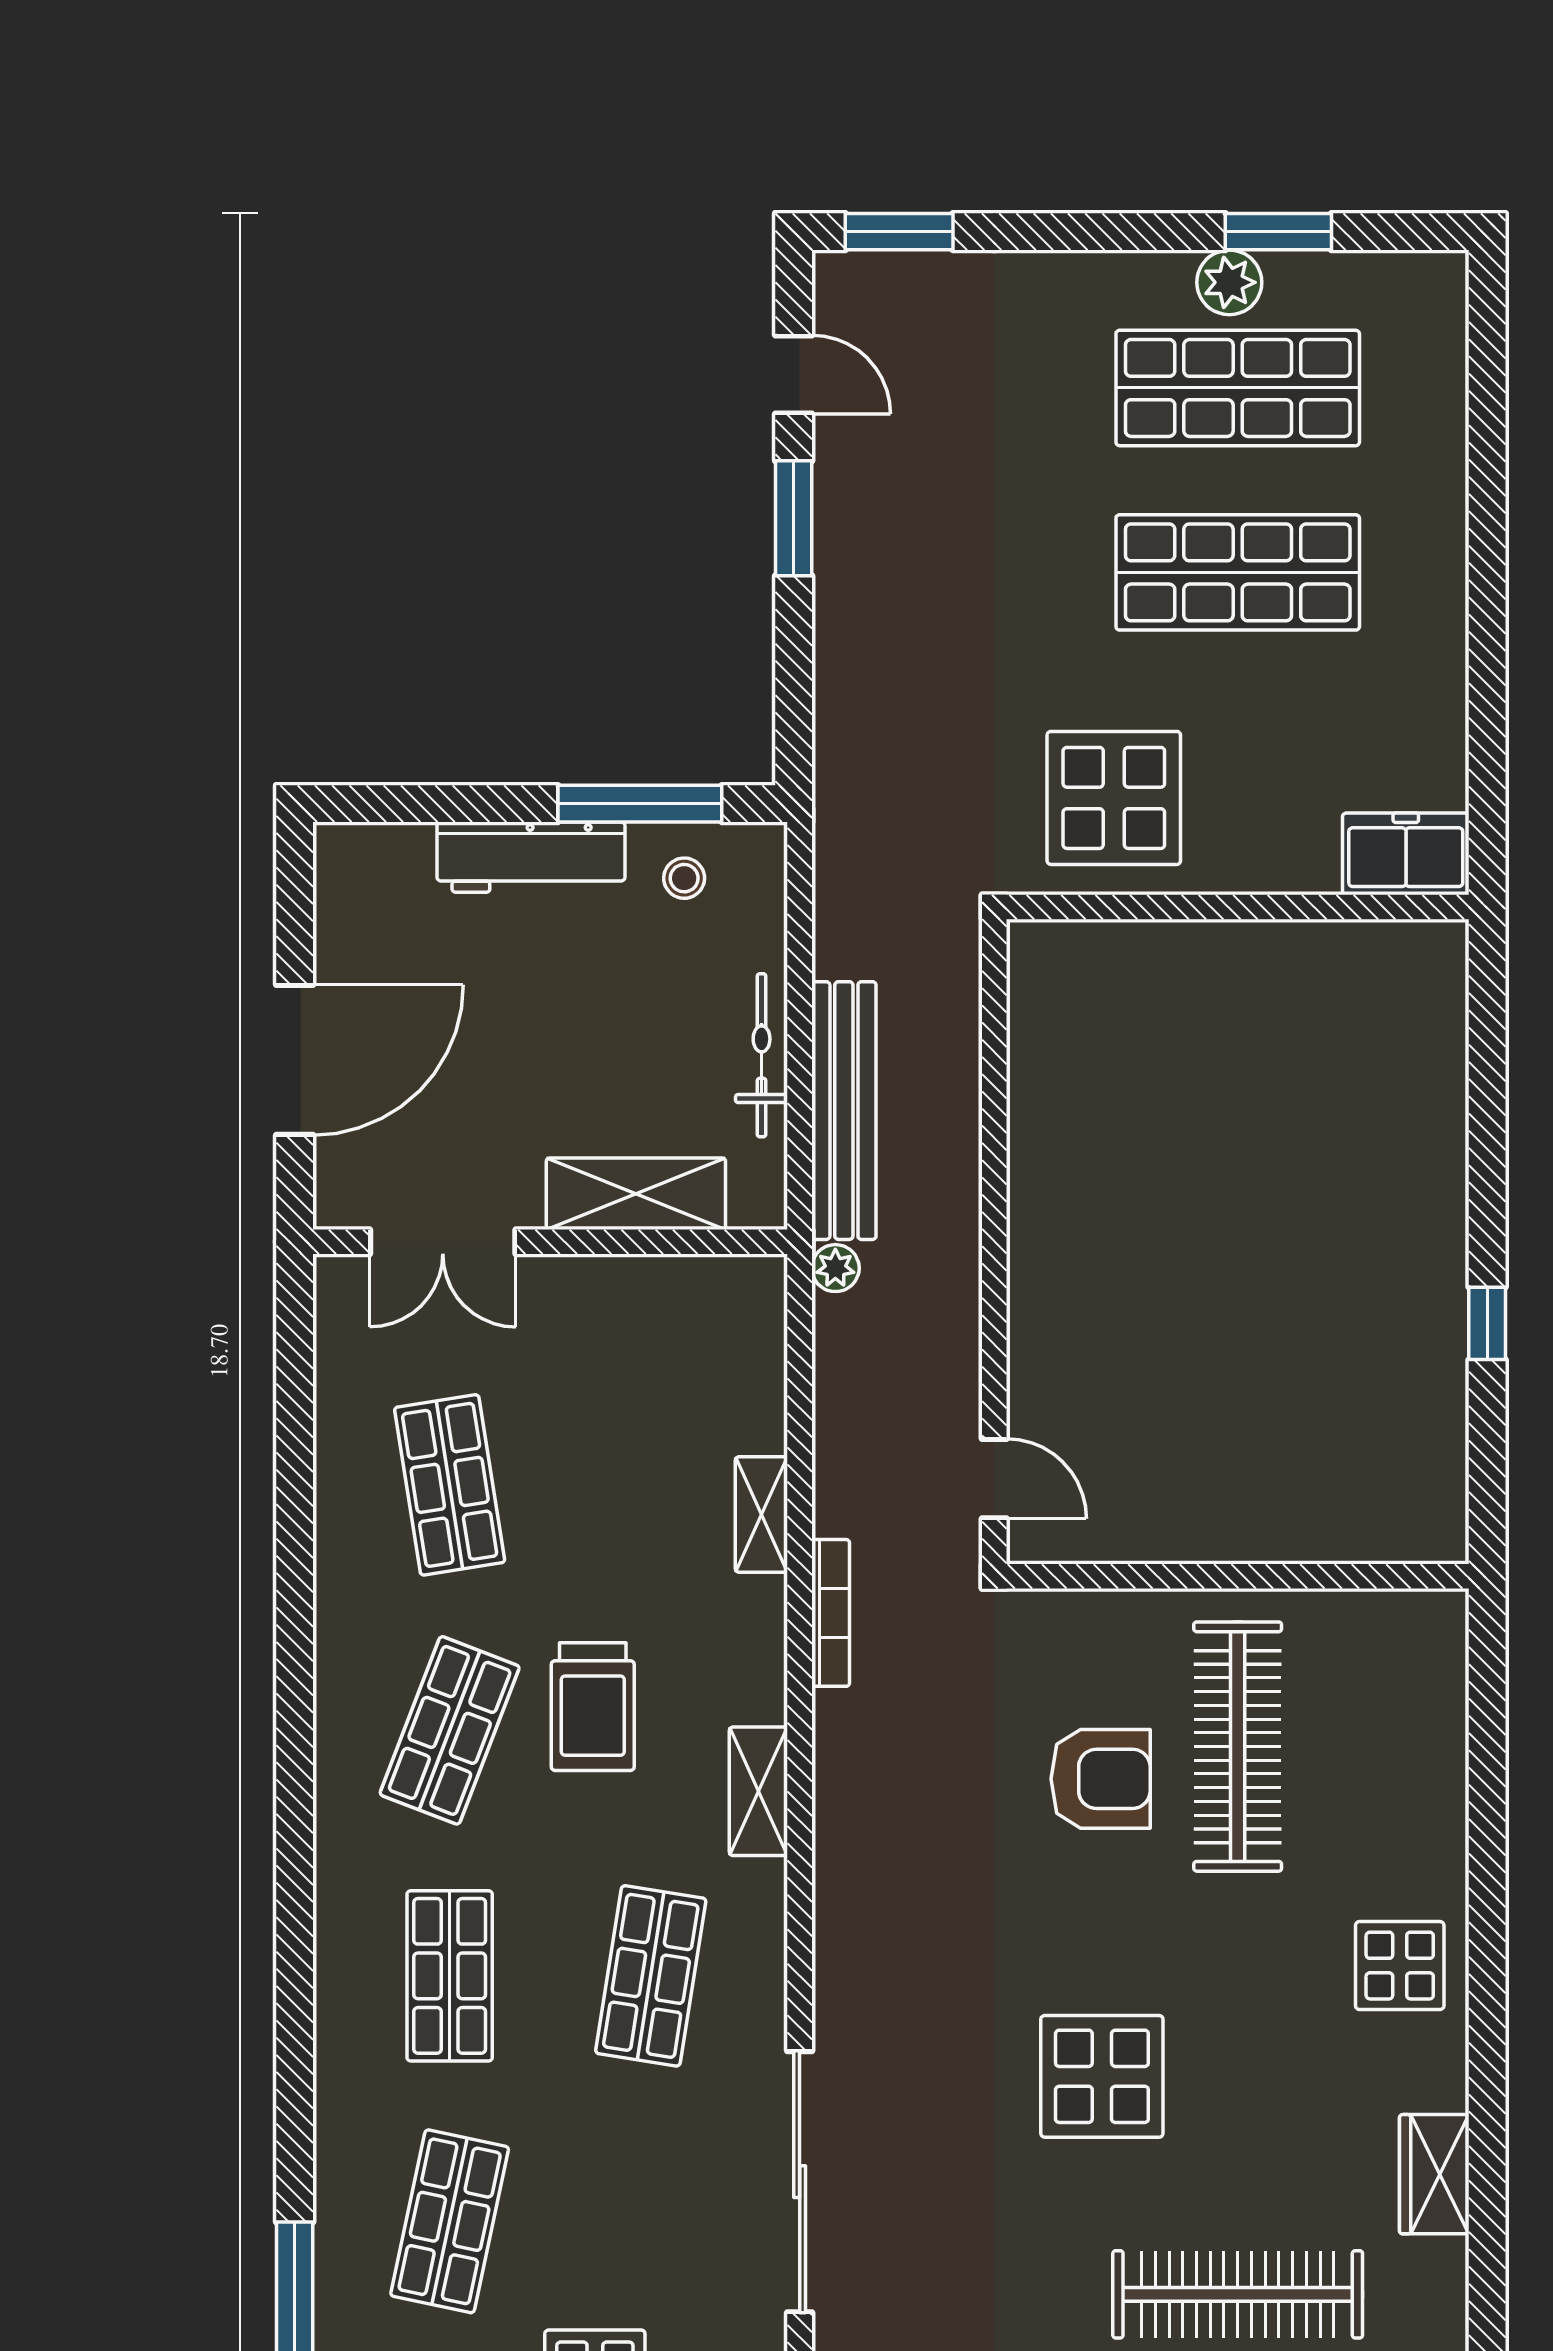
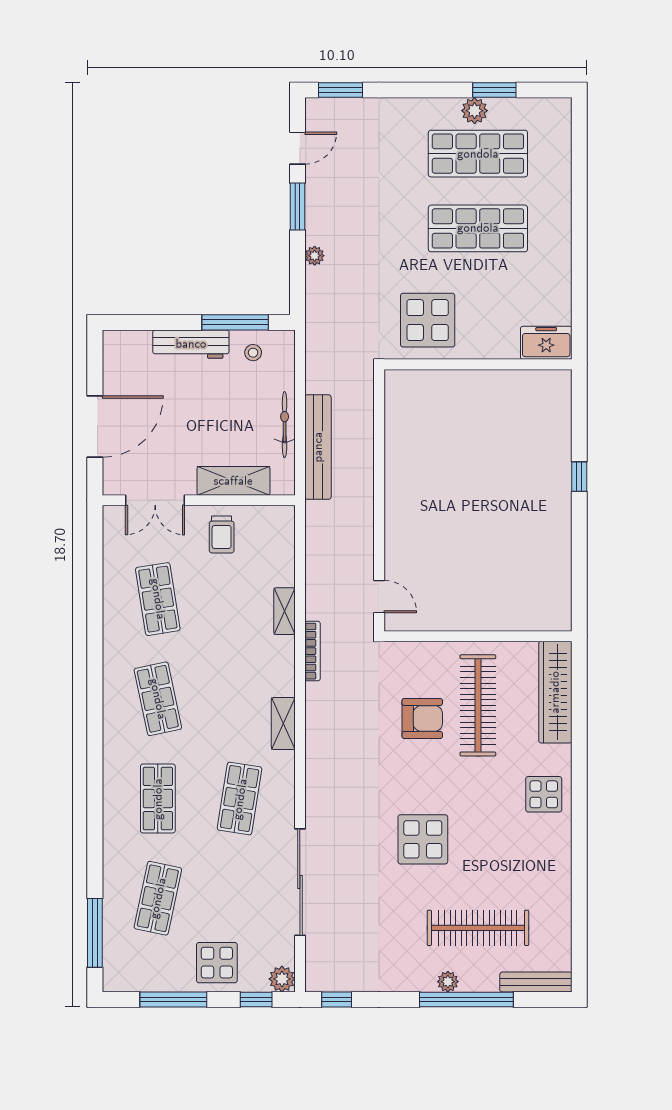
door: (794, 375) -> (298, 148), hinge flipped
plant: (835, 1268) -> (315, 256), moved
window: (1487, 1323) -> (579, 477), moved
trolley: (593, 1707) -> (222, 534), moved, width x0.73, depth x0.72
shop shelf: (450, 1730) -> (158, 699), turned -33
wardrobe: (1434, 2174) -> (555, 692), moved, width x2.10, depth x1.17

